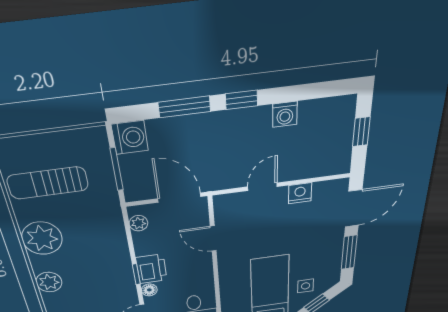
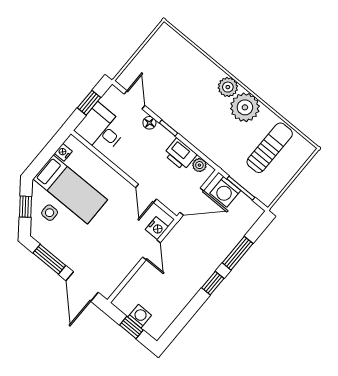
washing machine: (285, 114) -> (140, 316), moved, turned 90
washing machine: (130, 137) -> (225, 192), moved
nightstand: (300, 193) -> (157, 228), moved
door: (213, 238) -> (146, 193), swing flipped
printer: (151, 269) -> (180, 154), moved
plant: (49, 282) -> (228, 87), moved

